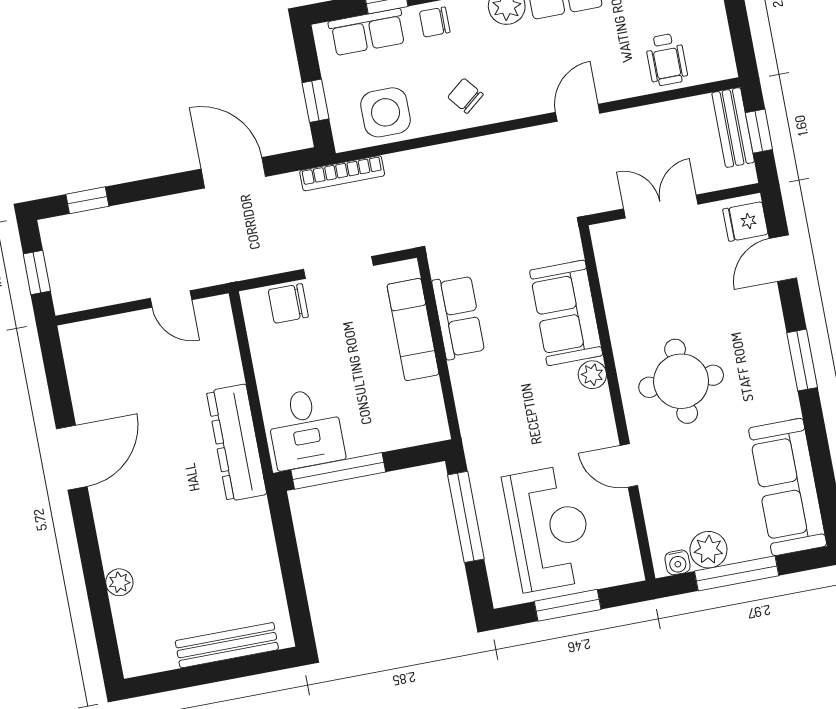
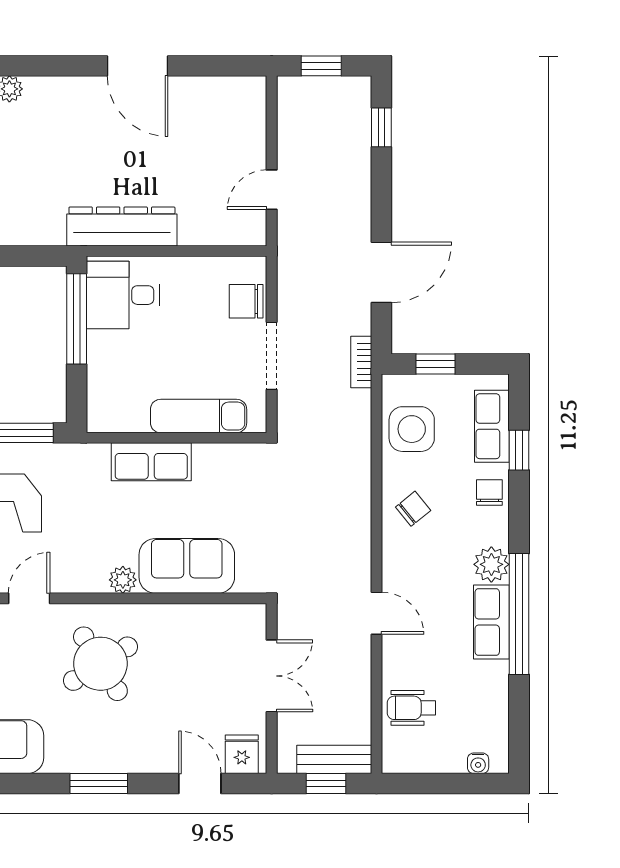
bookcase: (342, 173) -> (361, 362), width x0.64
chair: (288, 303) -> (246, 301), turned -90
row of seats: (458, 317) -> (151, 462), moved
round table: (681, 381) -> (100, 664), turned -32

